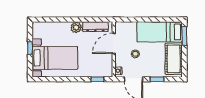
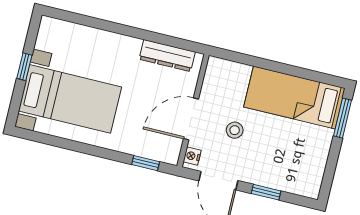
plant: (76, 27) -> (128, 48), removed
door: (114, 43) -> (191, 119), moved
cot: (174, 59) -> (310, 159), removed

